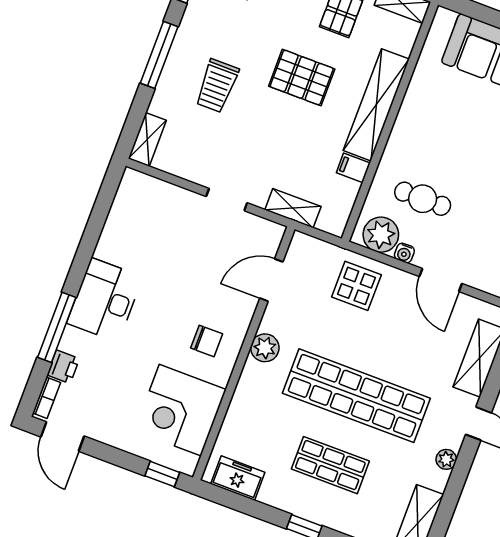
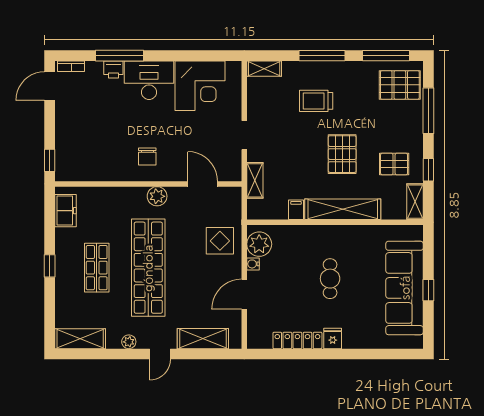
cafe table: (423, 199) -> (330, 279), moved
printer: (63, 367) -> (113, 70), moved
corner desk: (180, 410) -> (200, 86), moved, turned 180

